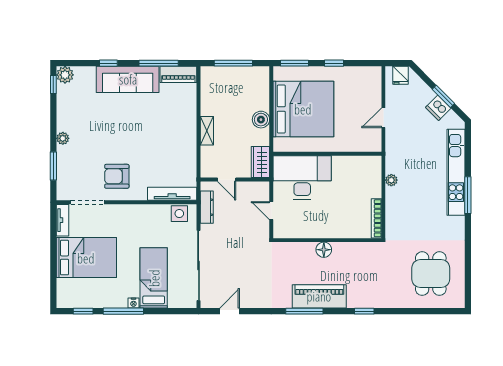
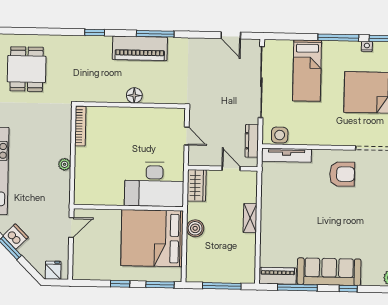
wall: (327, 154) -> (128, 208), moved
desk: (302, 177) -> (154, 184), moved
nightstand: (133, 303) -> (367, 46), moved
door: (230, 311) -> (231, 35), hinge flipped

